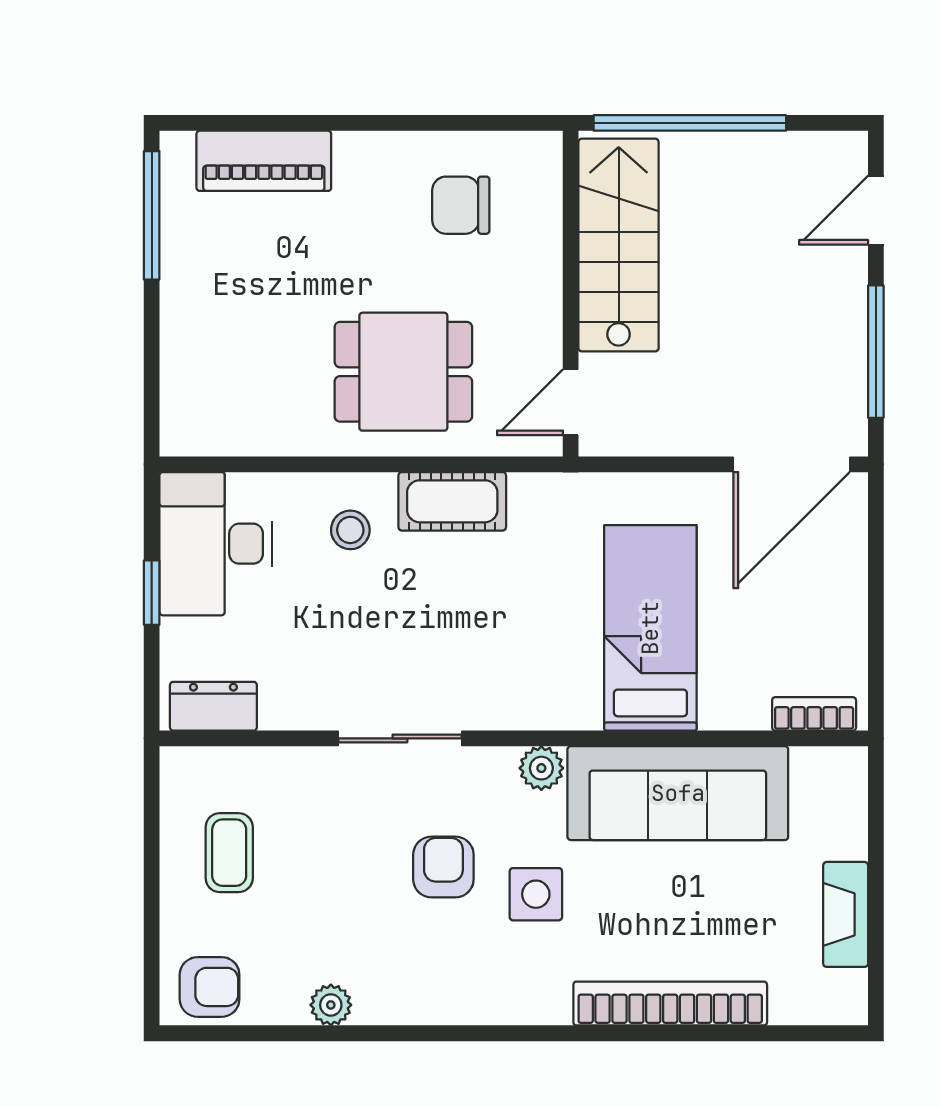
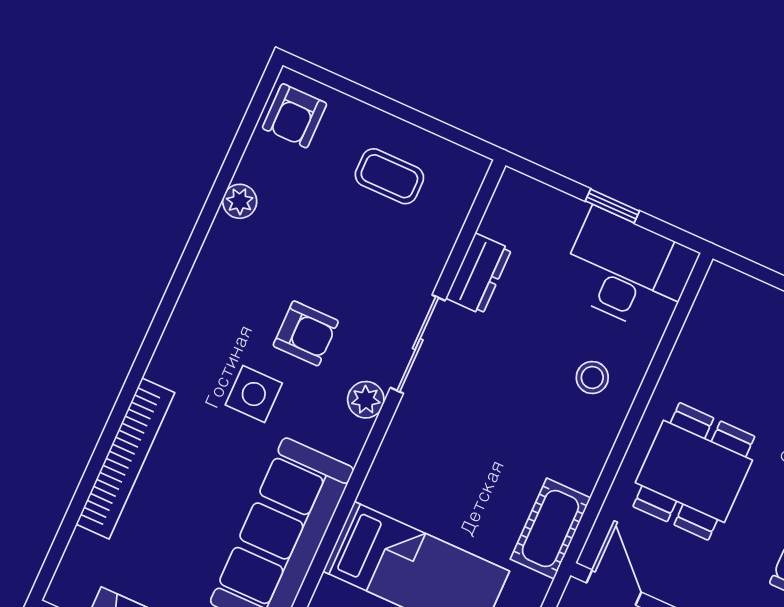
cot: (452, 501) -> (550, 529), moved
dresser: (213, 706) -> (479, 274), moved
plant: (541, 768) -> (366, 400), moved

